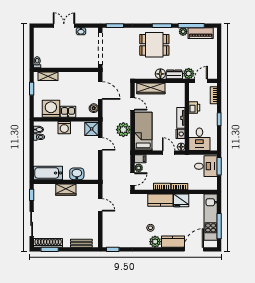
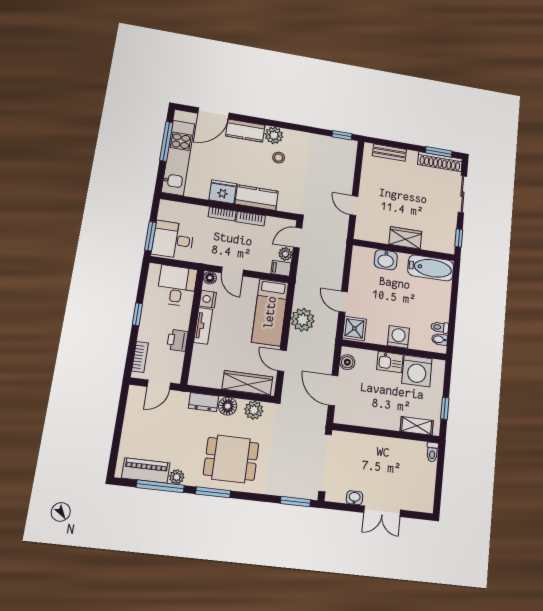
plant: (189, 74) -> (254, 410), moved

